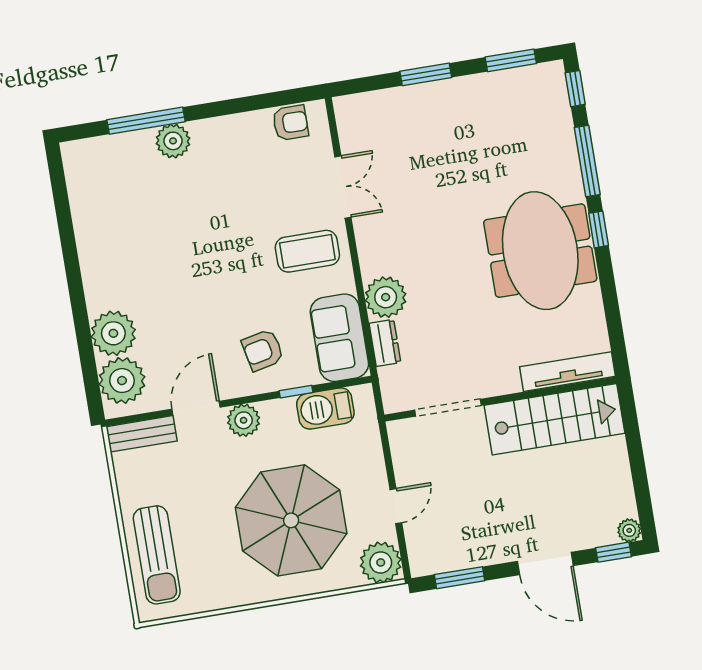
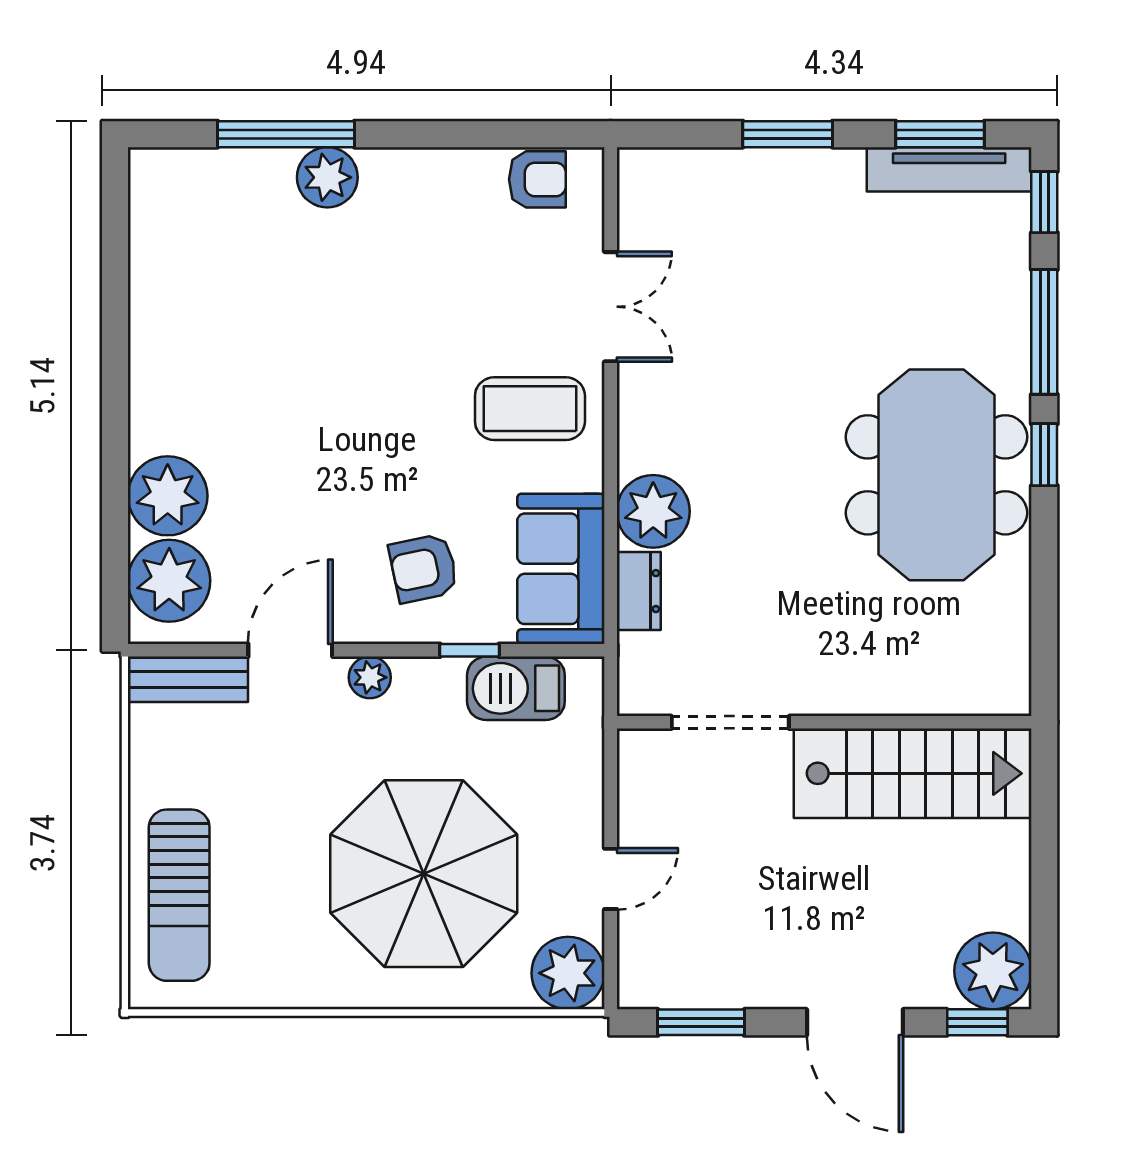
tv unit: (568, 372) -> (949, 169), moved, turned 180
plant: (244, 420) -> (370, 677), width x0.73, depth x0.73
plant: (629, 530) -> (993, 971), width x1.88, depth x1.88

